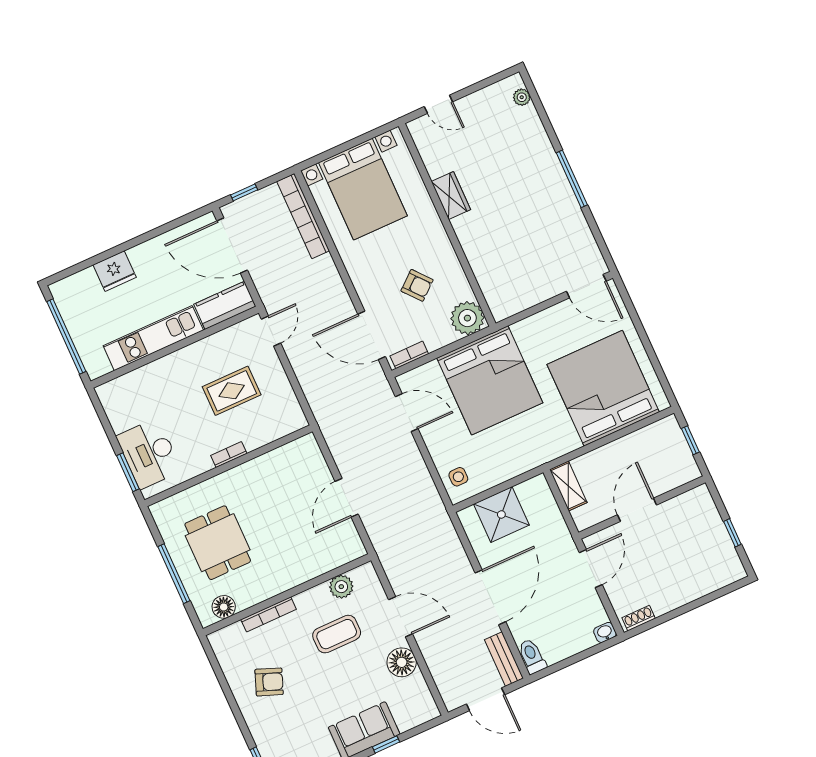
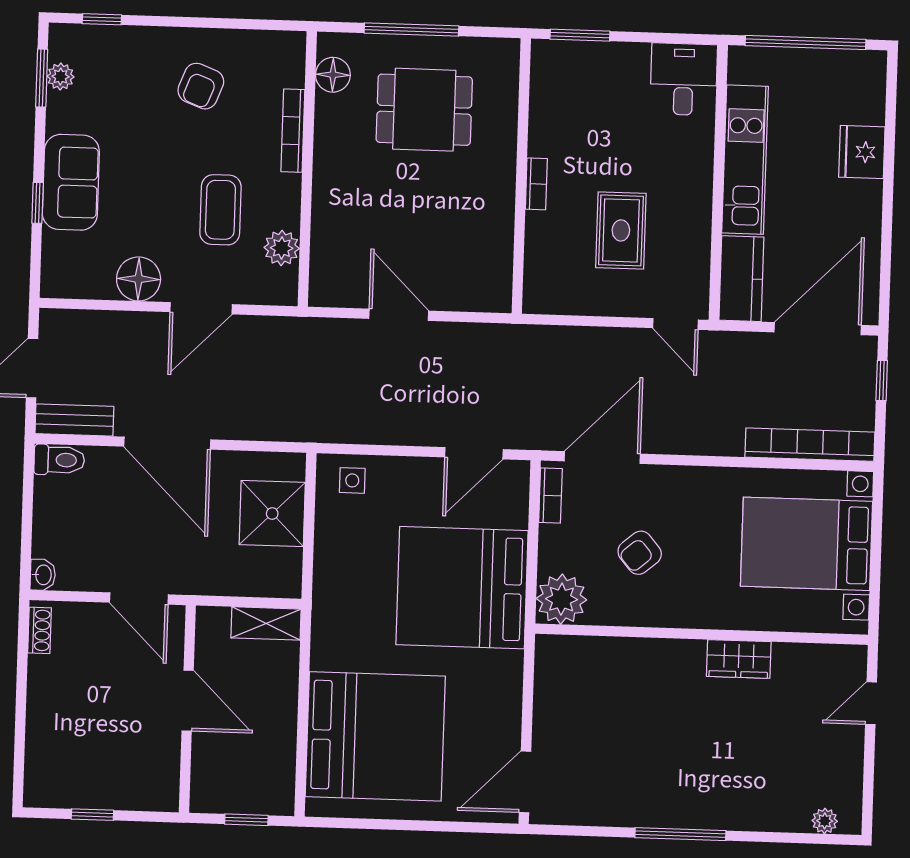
desk: (149, 454) -> (684, 79), moved, width x0.73

